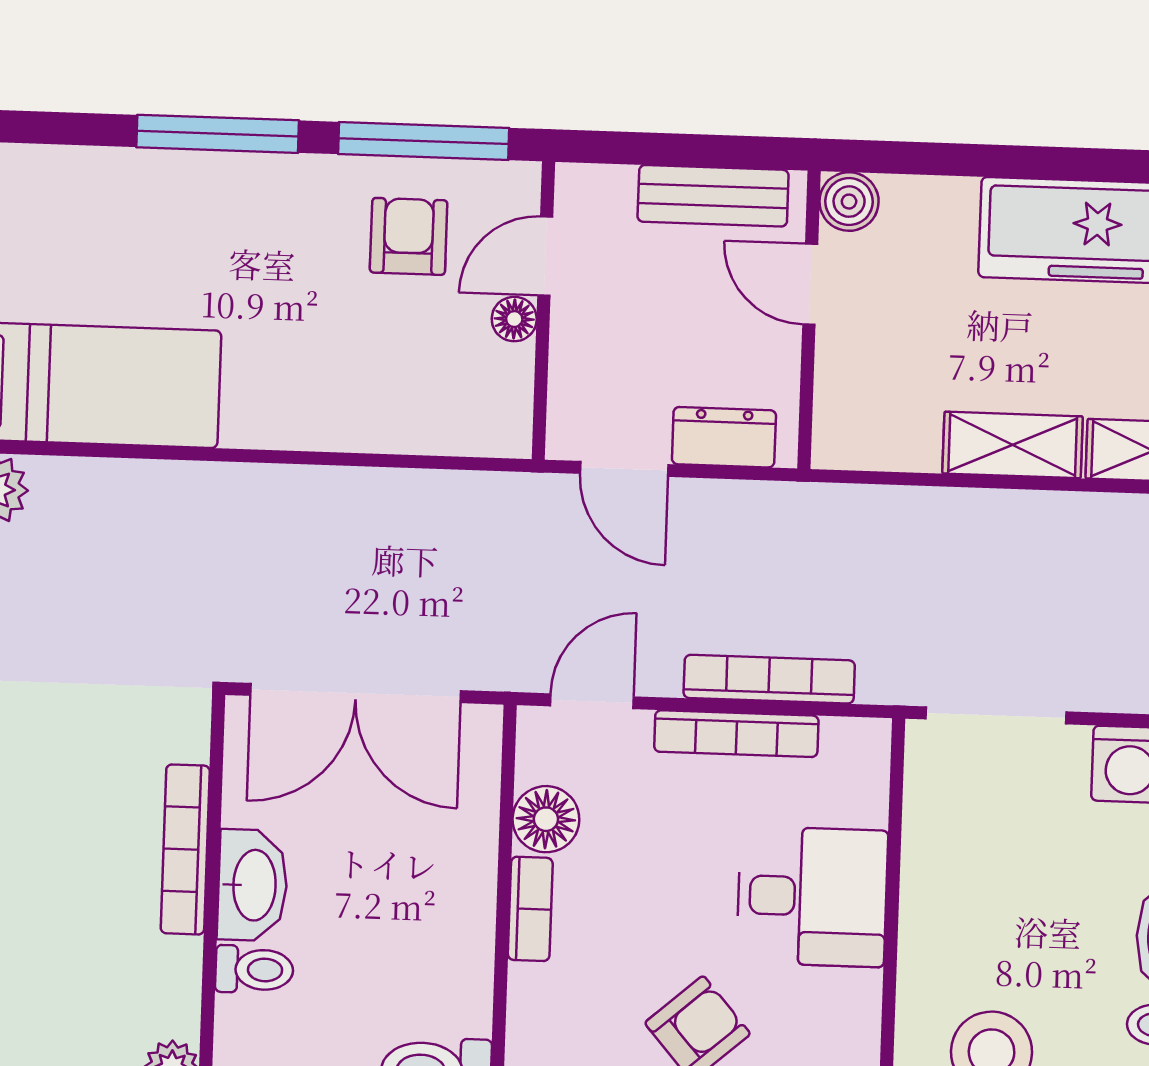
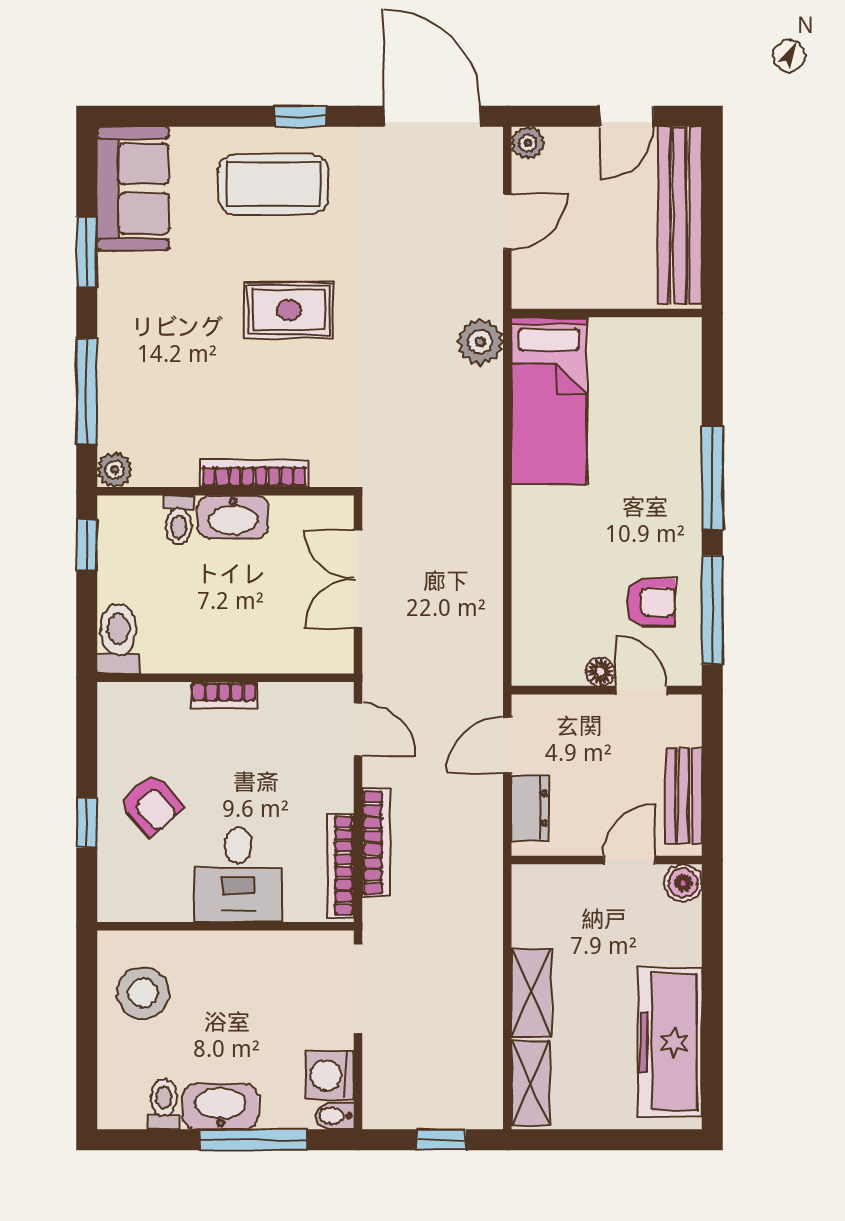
double door: (356, 693) -> (358, 579), width x0.73
bookcase: (736, 734) -> (341, 866), moved
floor lamp: (546, 819) -> (282, 703), removed

